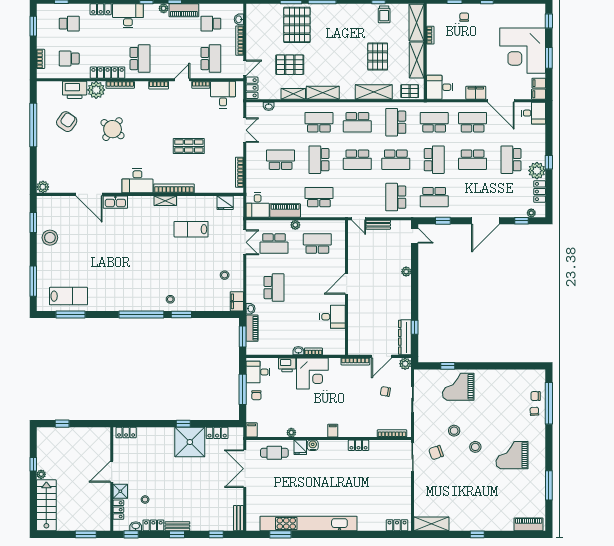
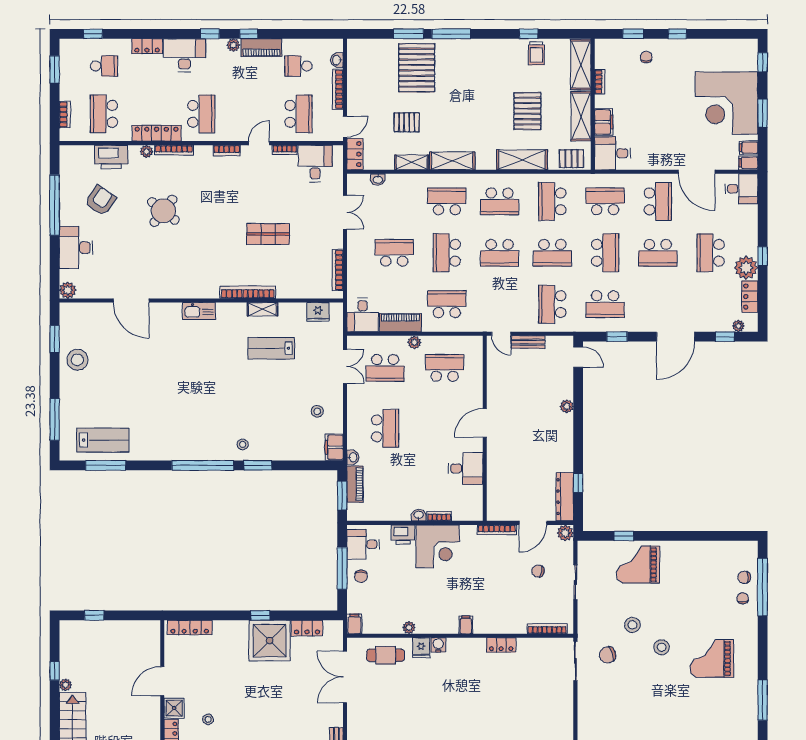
school desk: (69, 59) -> (104, 114), width x1.85
pallet: (290, 65) -> (407, 122), width x0.67, depth x0.71
plant: (96, 90) -> (147, 151), width x0.53, depth x0.53
filing cabinet: (476, 93) -> (604, 122), moved, turned 90
school desk: (473, 122) -> (658, 201), turned 90
desk: (137, 181) -> (76, 248), moved, turned 90
shelving: (165, 201) -> (262, 309), moved
kitchen sink: (115, 202) -> (199, 311), moved
locker: (126, 433) -> (190, 627), width x1.53

